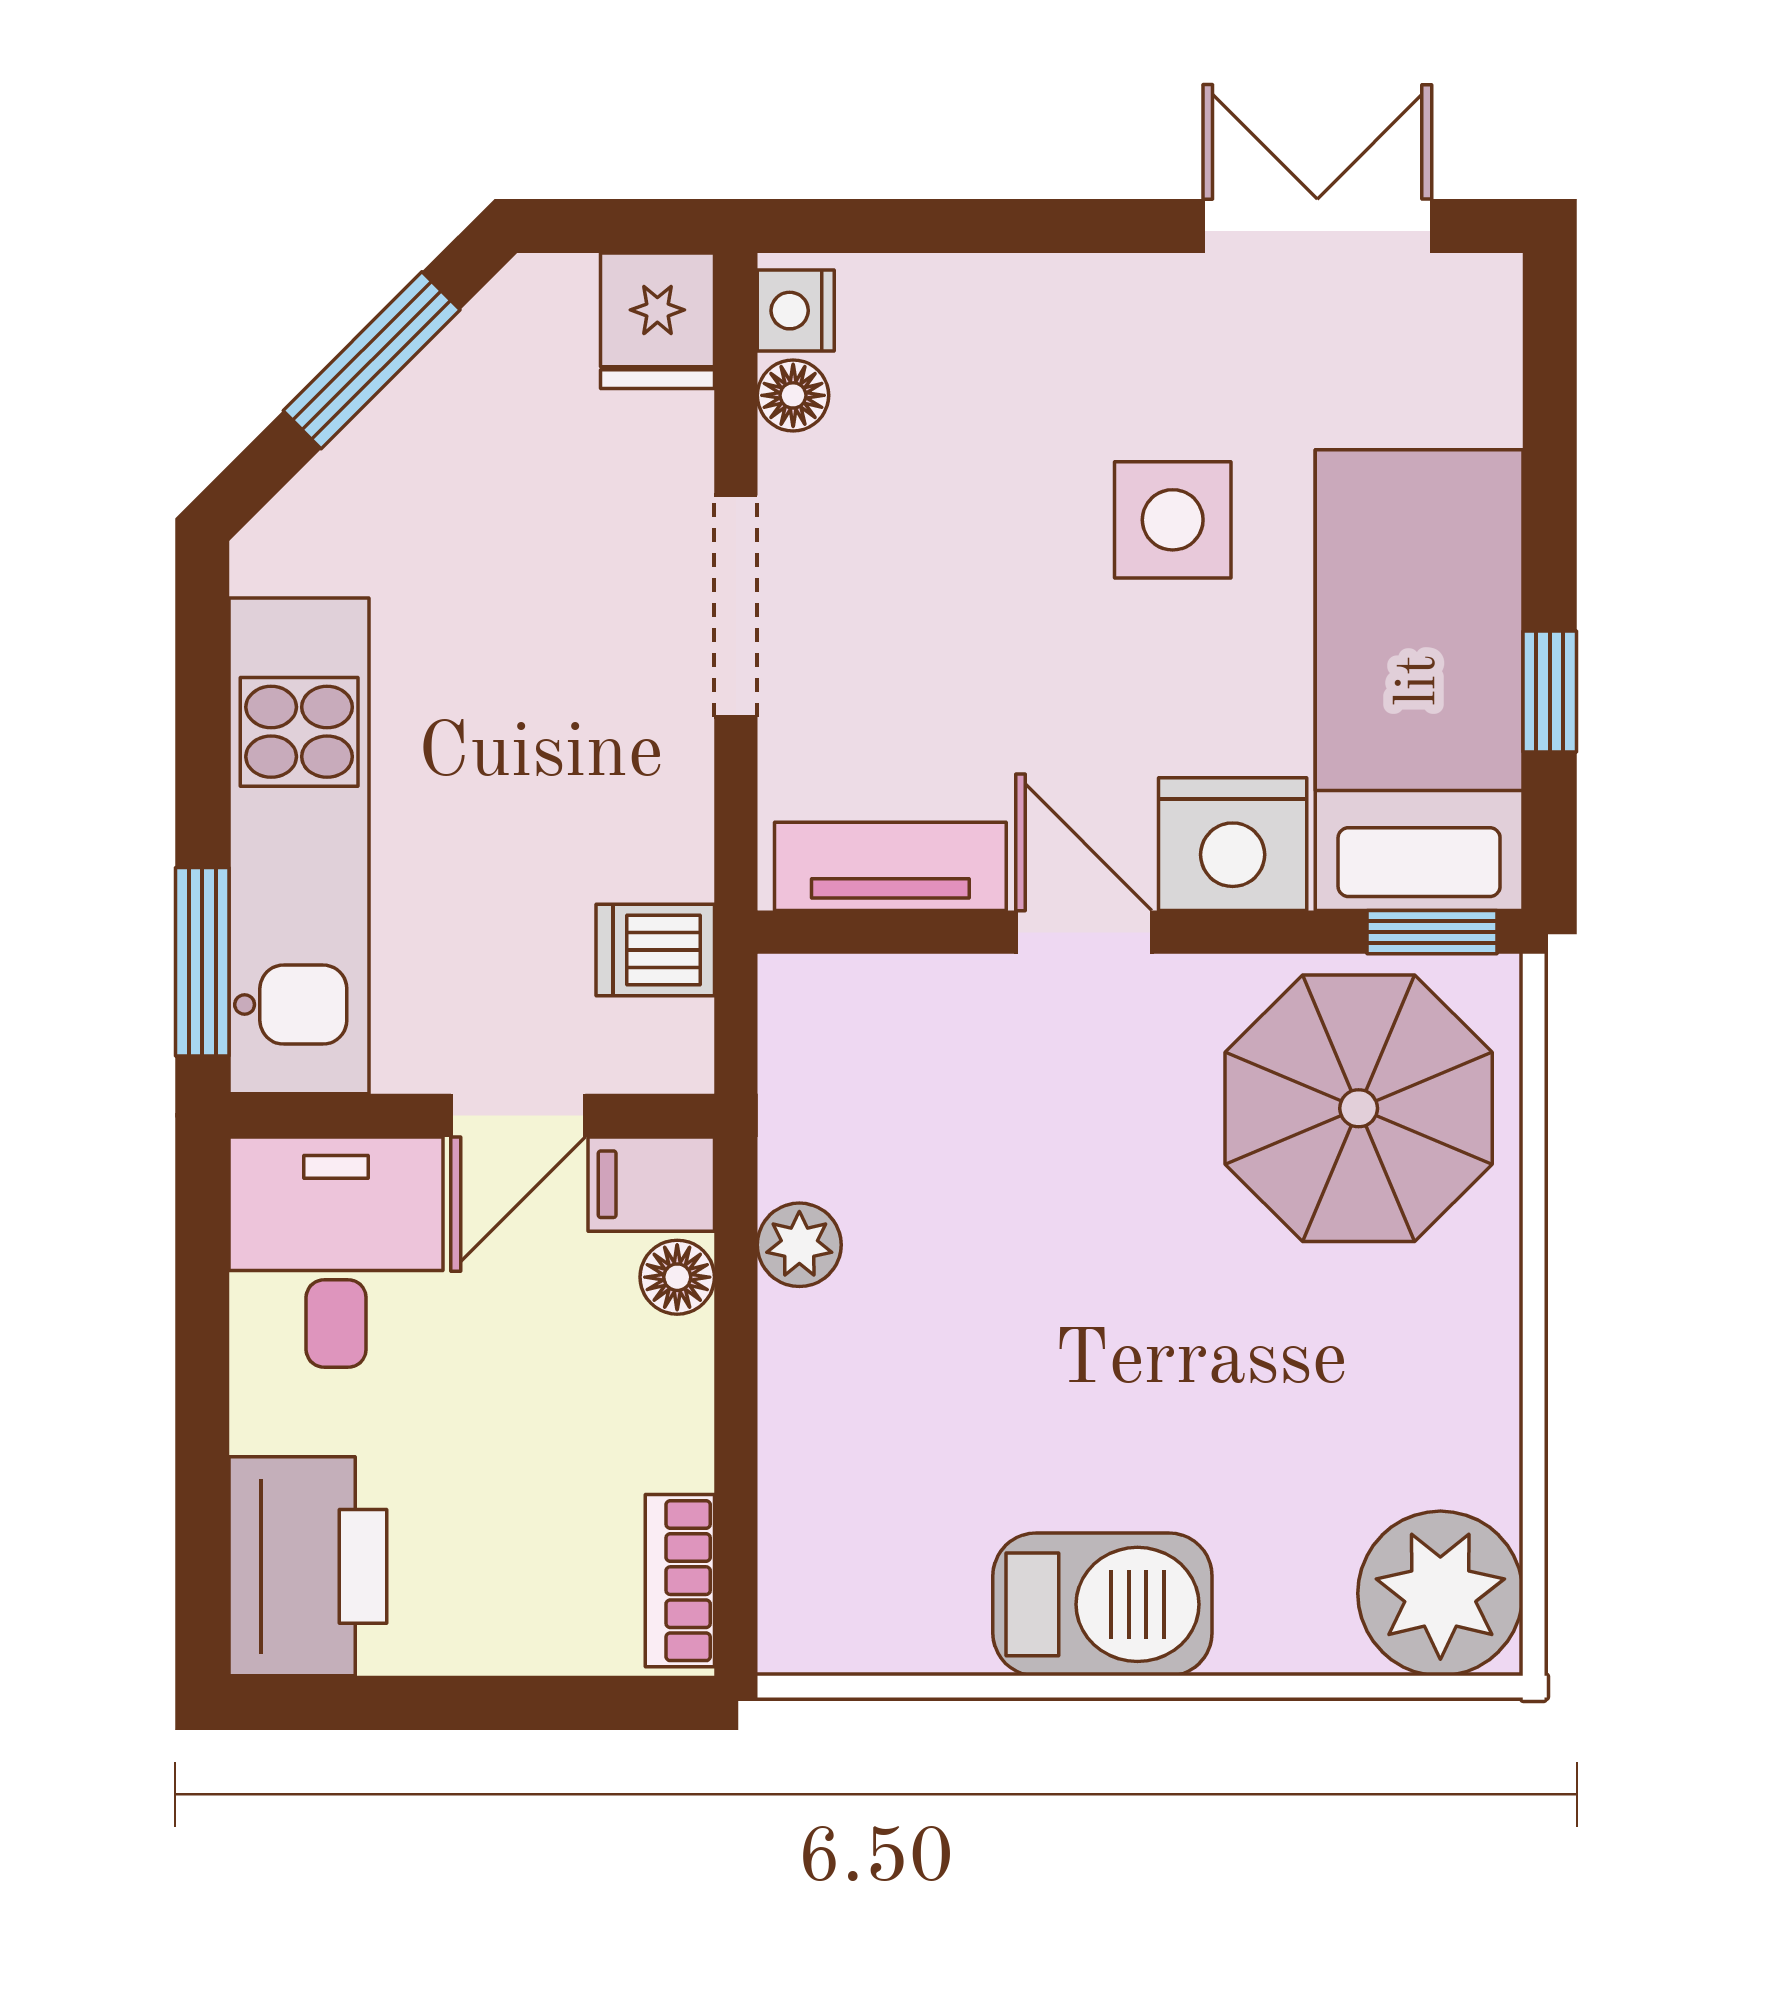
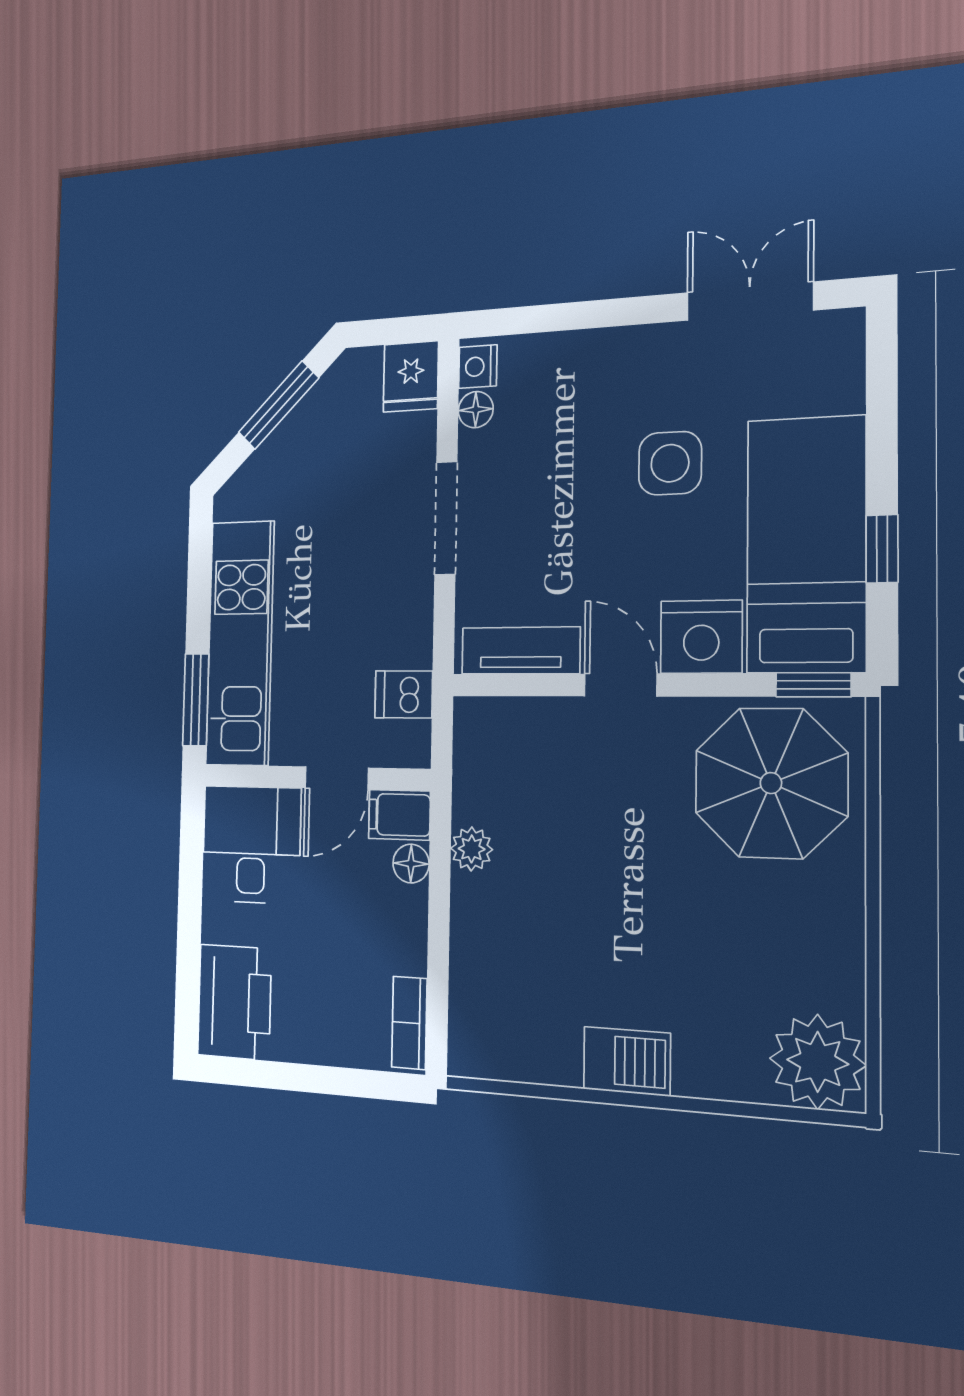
barbecue: (1102, 1604) -> (627, 1061), width x0.73, depth x0.79

